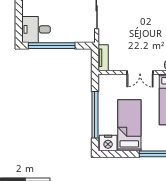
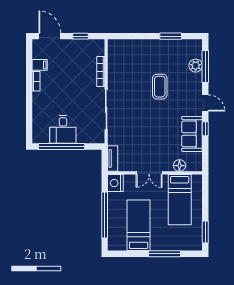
desk: (36, 29) -> (63, 129), moved, turned -90
nightstand: (108, 143) -> (115, 183), moved, turned 90

